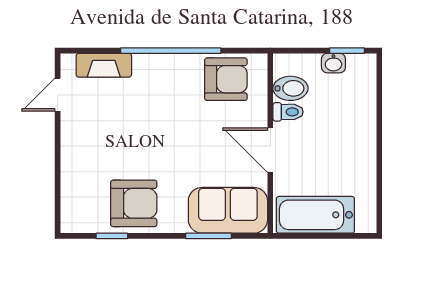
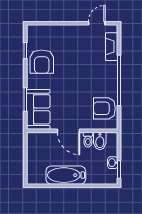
armchair: (226, 79) -> (104, 108), turned 90
door: (58, 95) -> (97, 23), hinge flipped
door: (270, 150) -> (69, 131), swing flipped
bathtub: (315, 215) -> (66, 175), moved, turned -90

